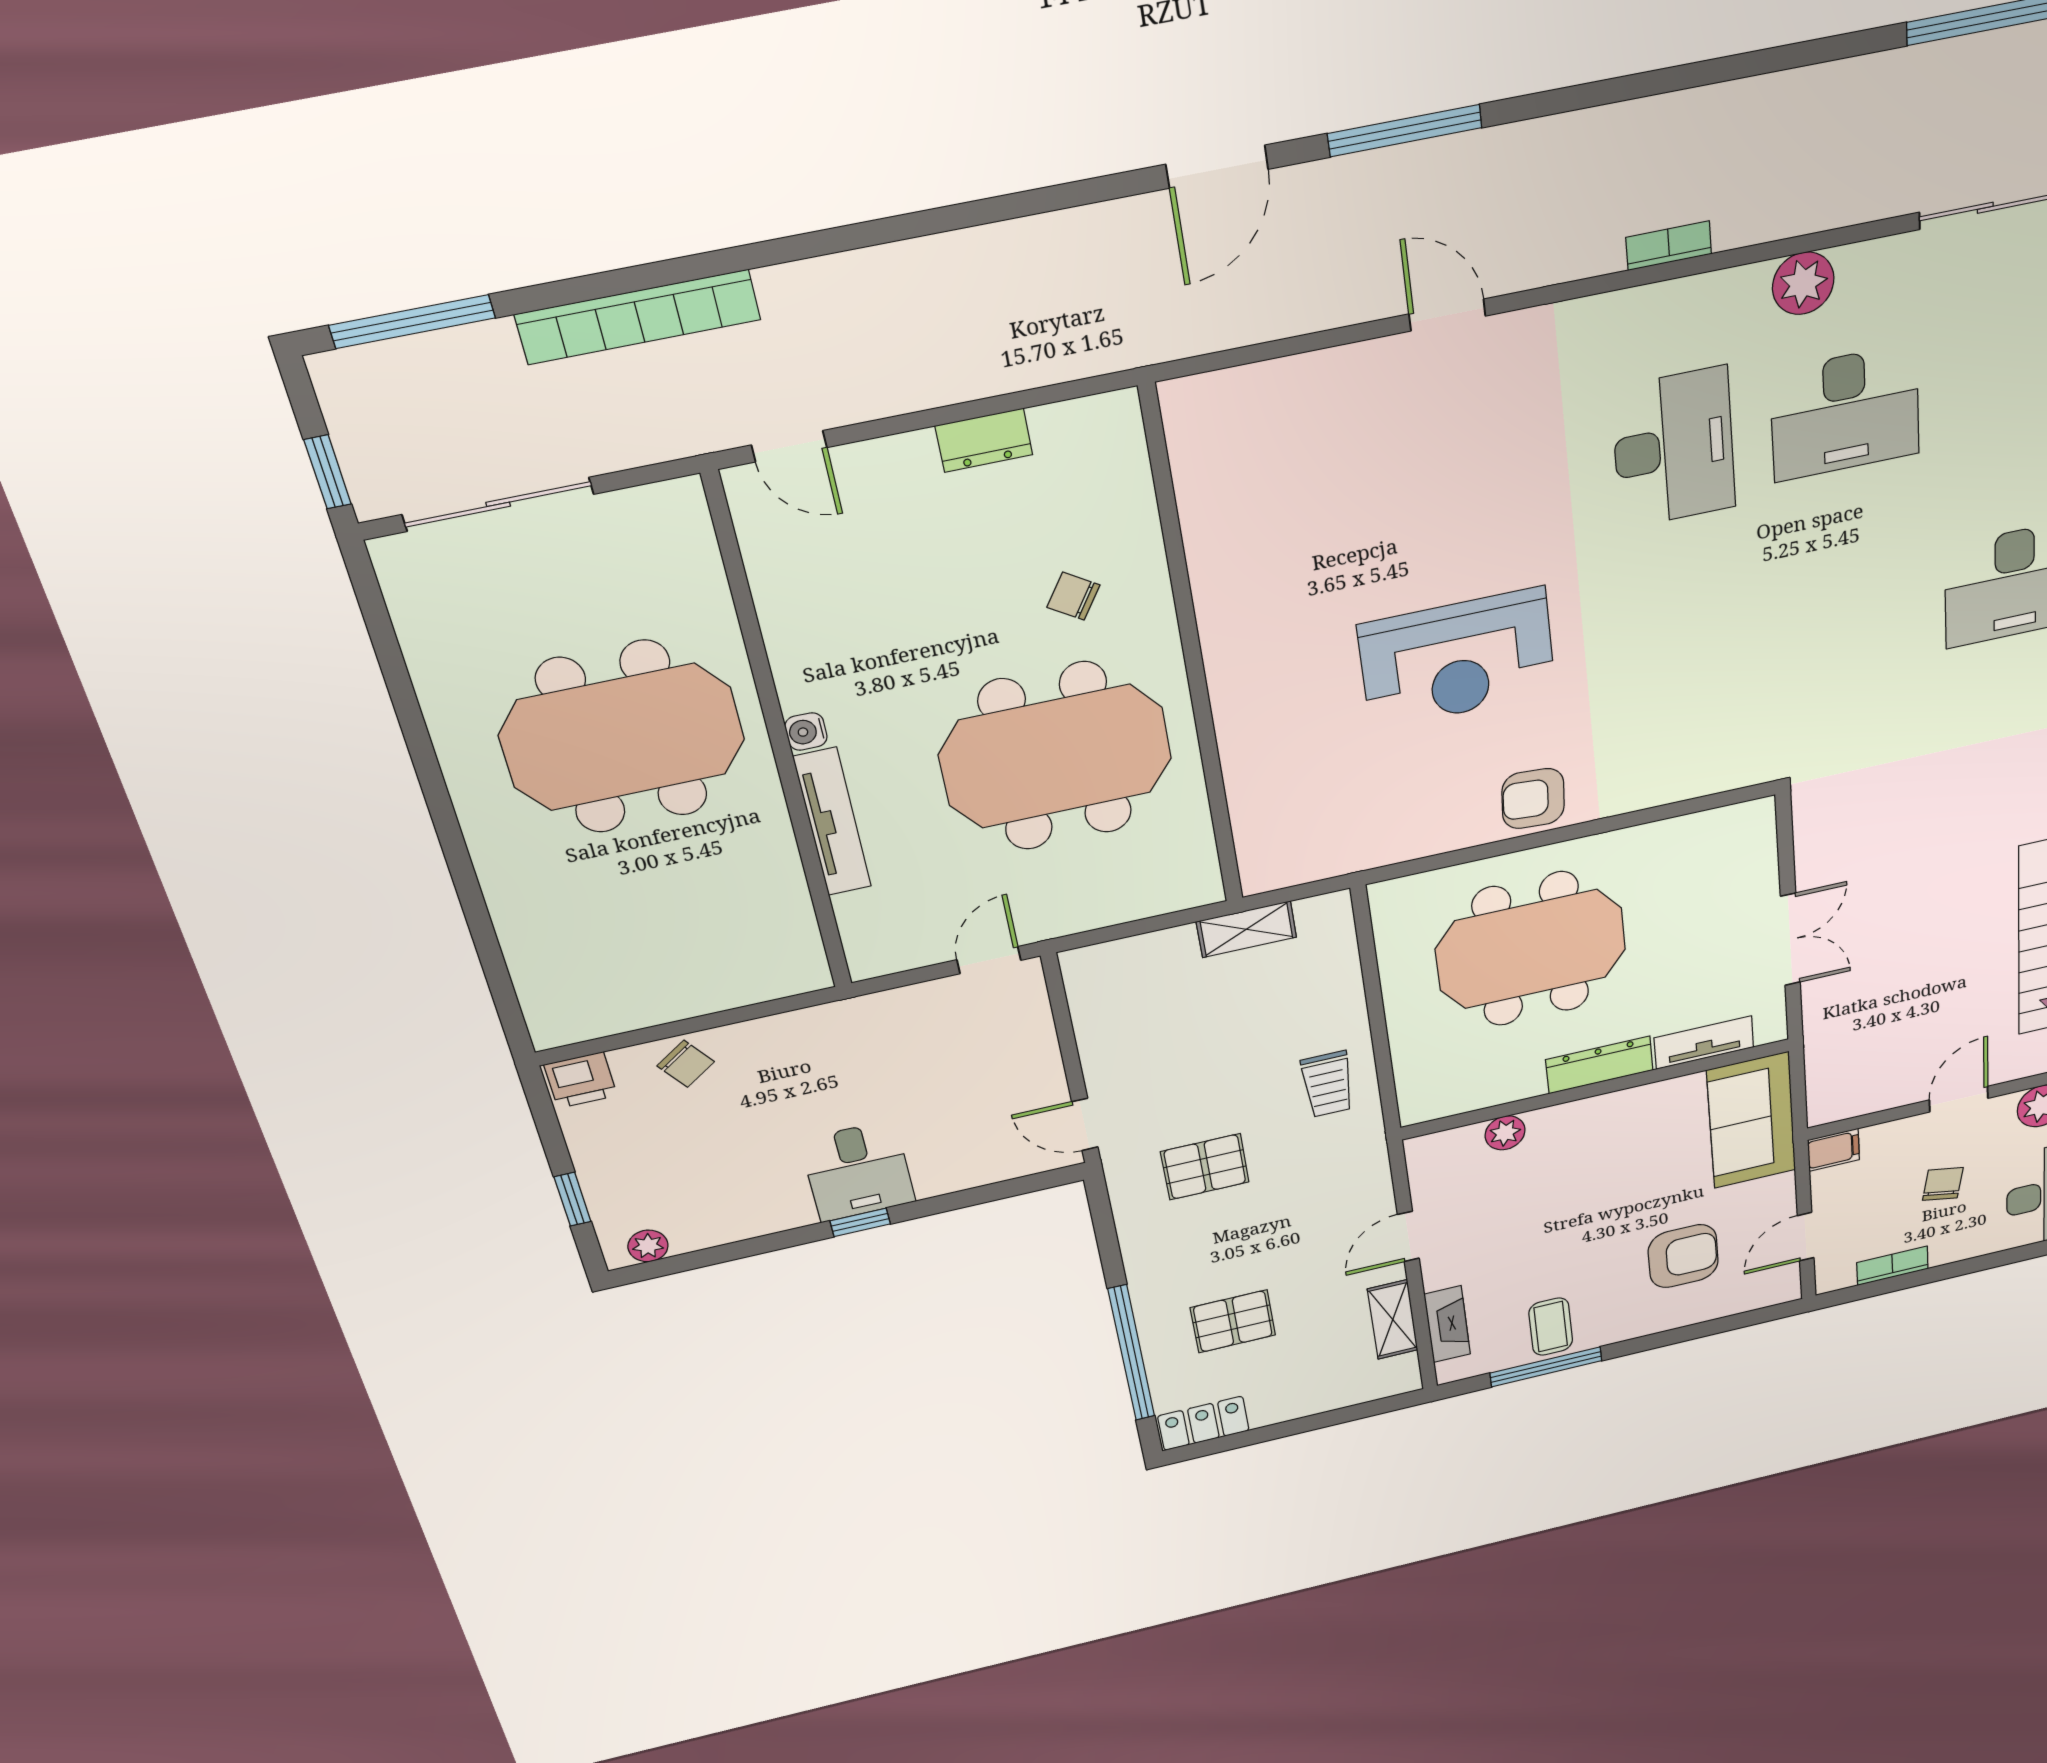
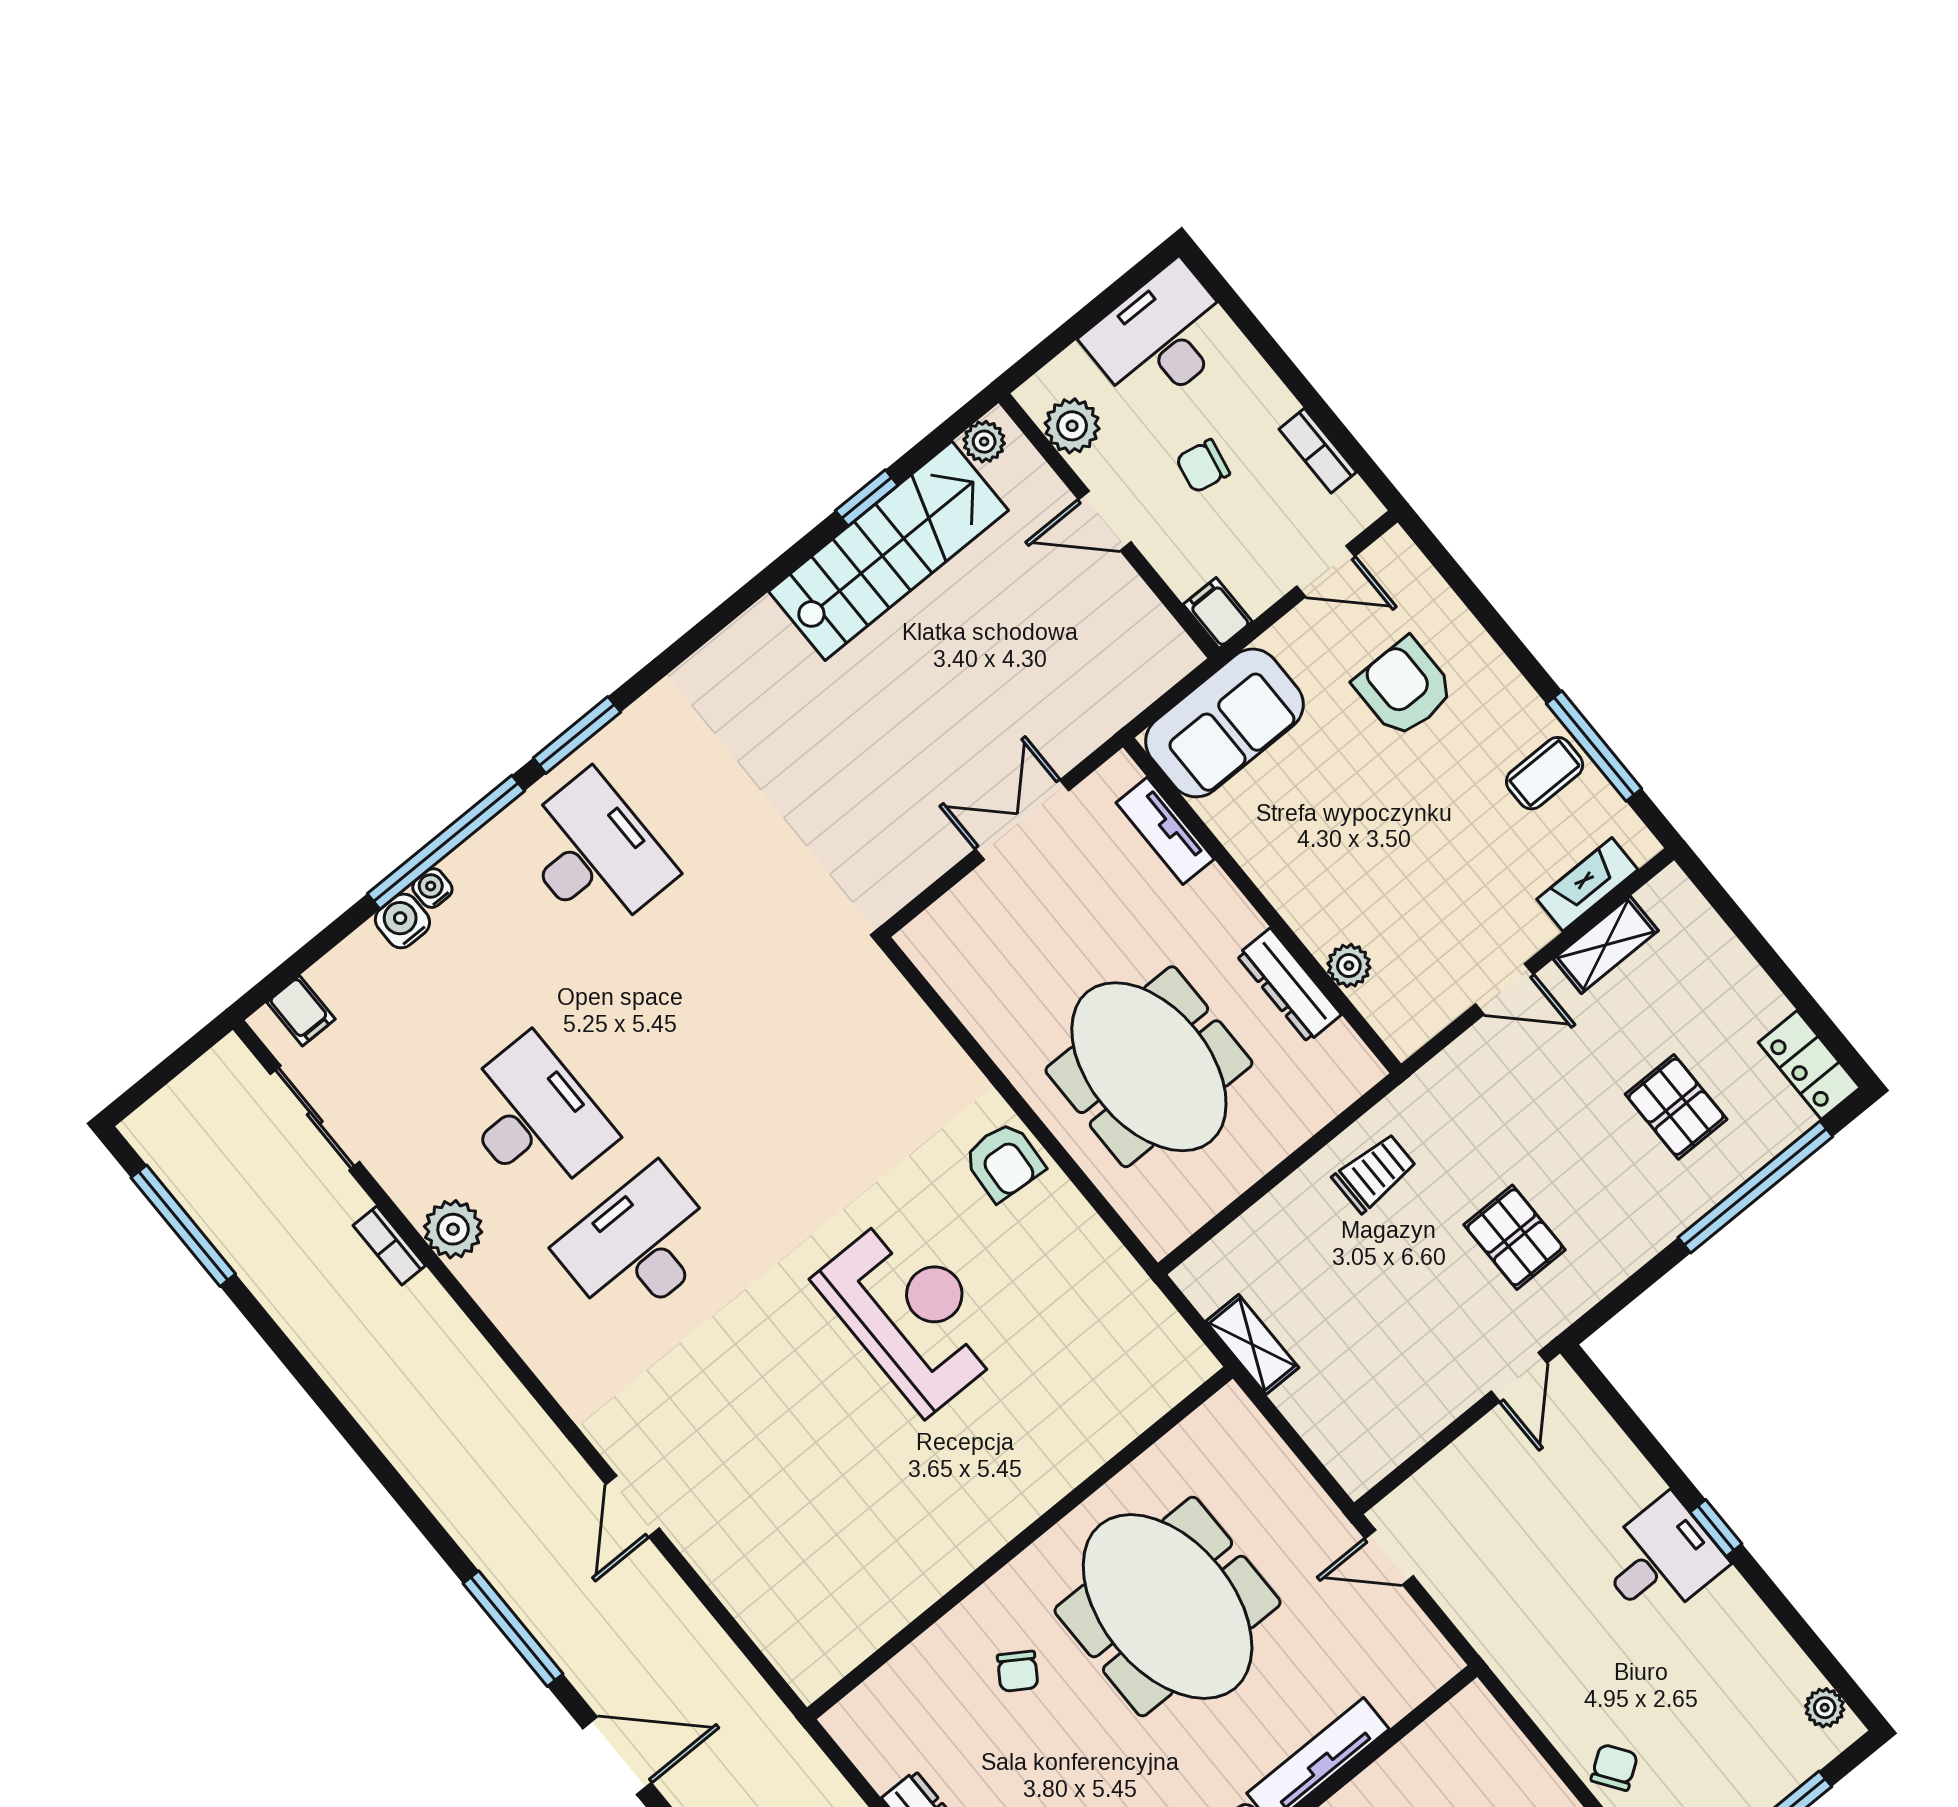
bookcase: (1669, 246) -> (389, 1246), moved
dresser: (1599, 1065) -> (1289, 985), moved

